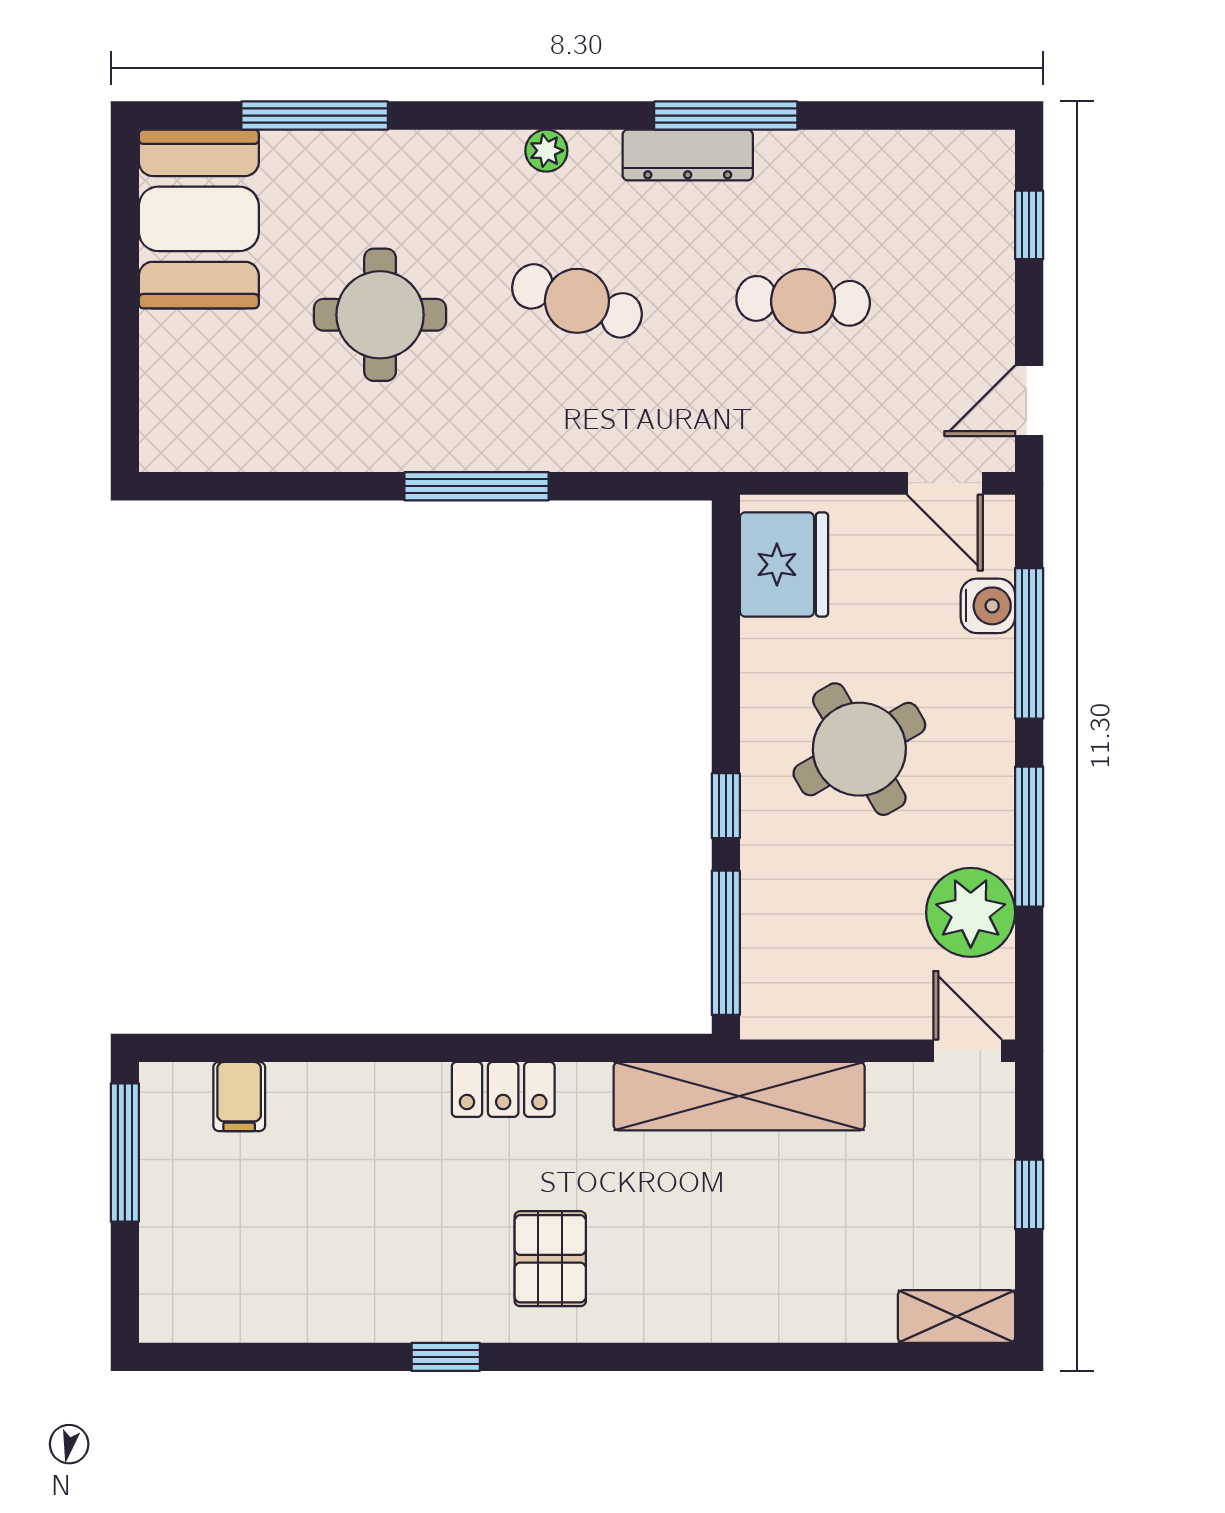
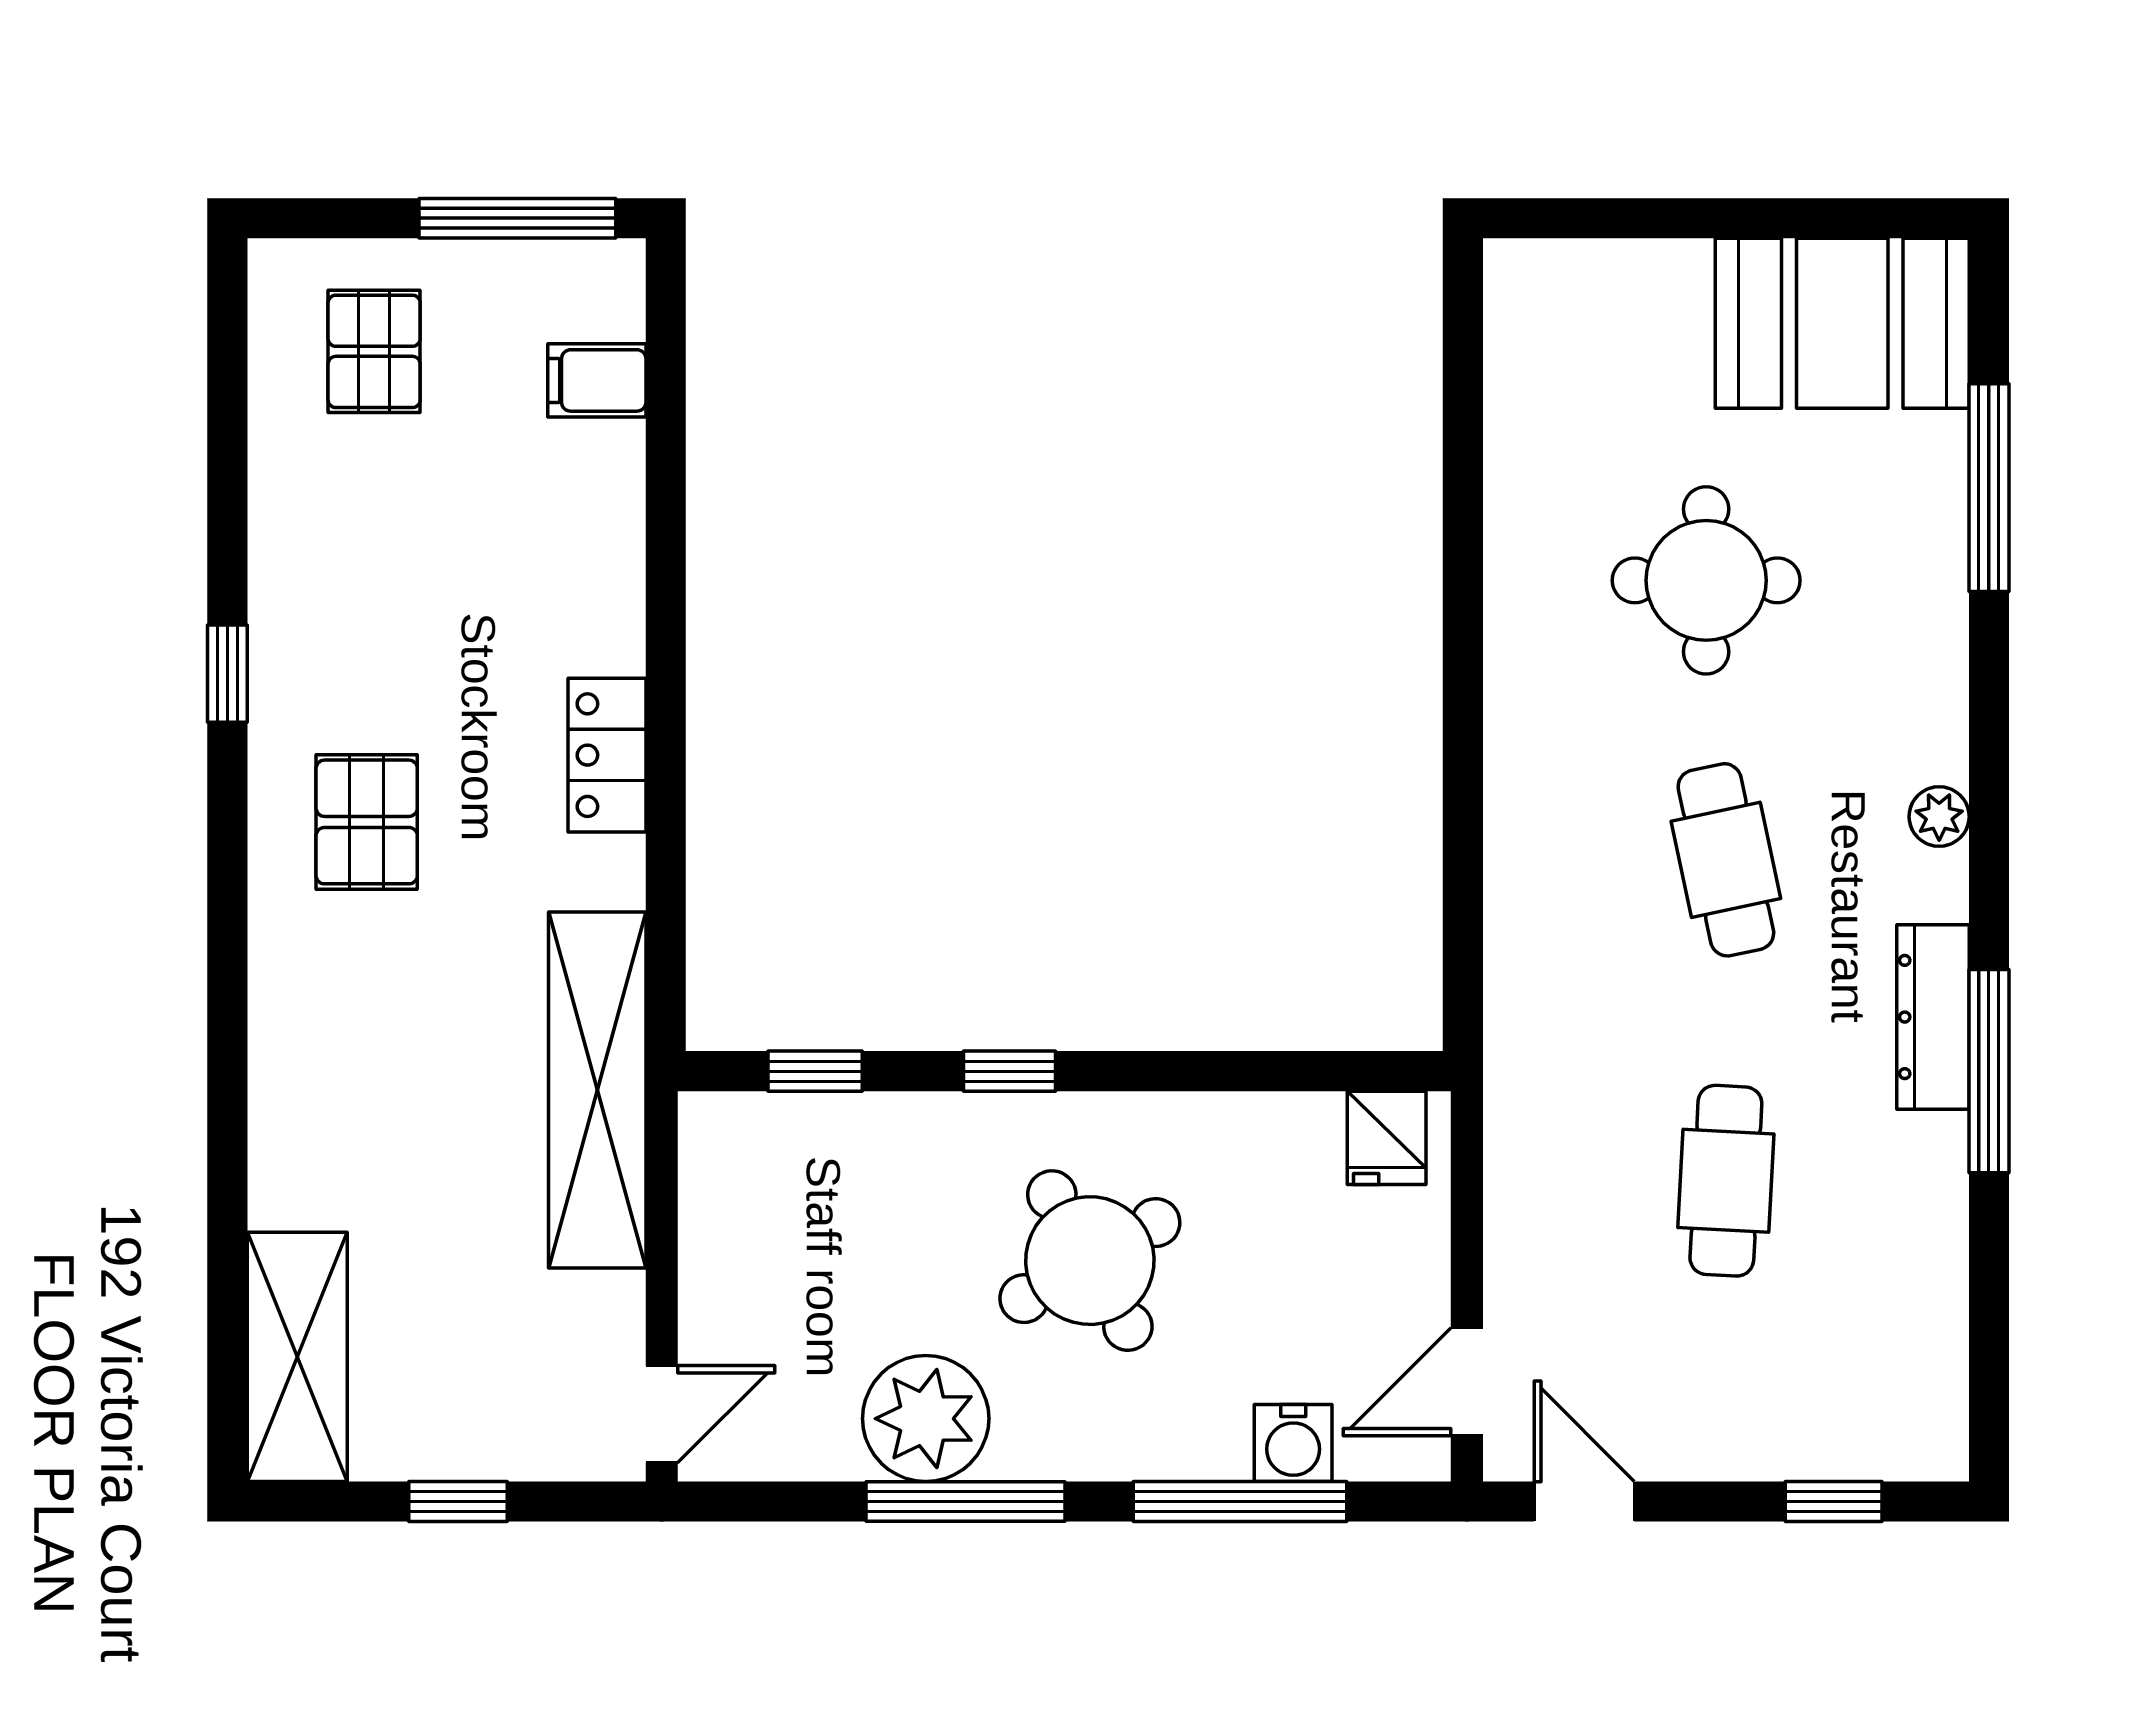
cafe table: (577, 301) -> (1726, 860), turned -30
window: (477, 486) -> (1463, 717), removed
fridge: (784, 564) -> (1387, 1138), width x0.53, depth x0.75
plant: (971, 912) -> (926, 1419), moved
window: (726, 943) -> (815, 1071), width x0.46
pallet: (219, 1253) -> (374, 351), added
pallet: (550, 1259) -> (367, 822), turned 90
shelving: (956, 1316) -> (297, 1357), width x1.50, depth x1.33

